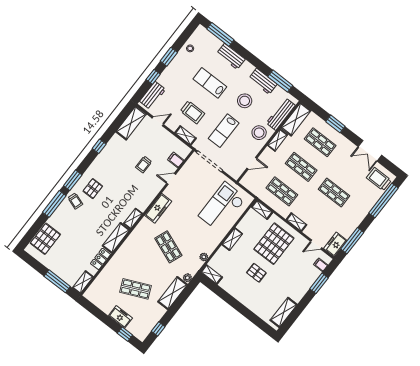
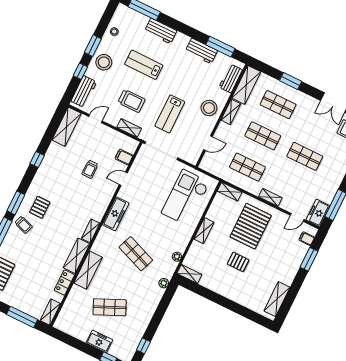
stool: (245, 101) -> (104, 62), moved
workbench: (281, 114) -> (231, 78), width x0.73
shelving: (173, 293) -> (88, 270), moved

